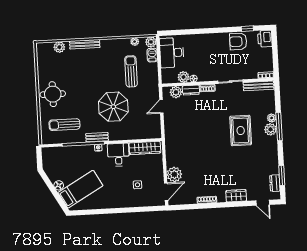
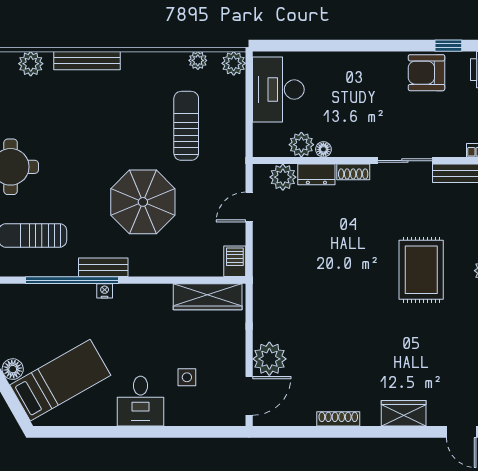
barbecue: (152, 55) -> (235, 261), moved
desk: (118, 155) -> (140, 401), moved, turned 180

